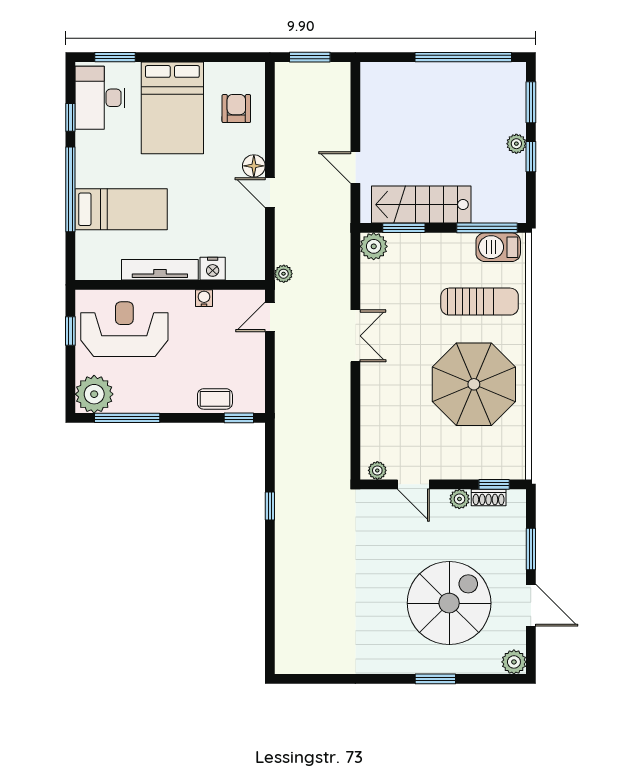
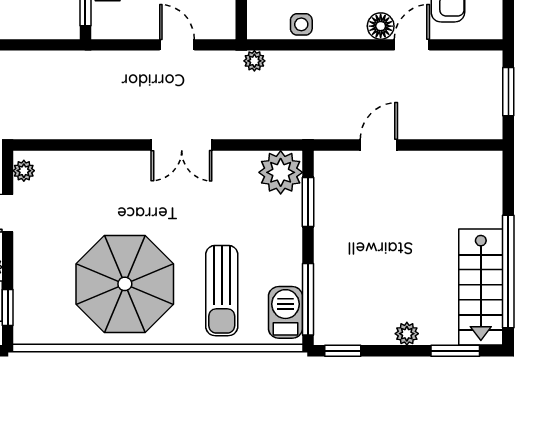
window: (531, 157) -> (343, 351), moved
door: (270, 193) -> (412, 45), moved
stairs: (421, 205) -> (481, 287), moved, turned 180
side table: (252, 234) -> (301, 24), added
plant: (374, 246) -> (281, 172), width x1.36, depth x1.36
door: (270, 317) -> (177, 45), moved

